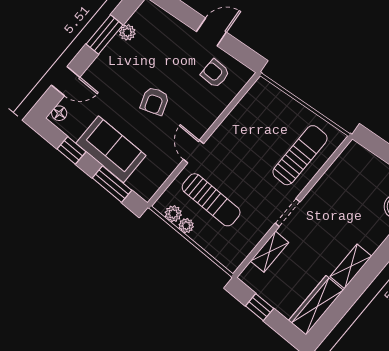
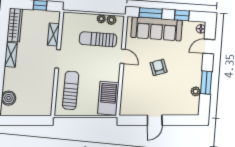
armchair: (215, 73) -> (139, 101), removed
barbecue: (255, 107) -> (108, 98), added
sofa: (111, 149) -> (156, 29), width x1.36
sun lounger: (300, 155) -> (71, 90), turned 180

